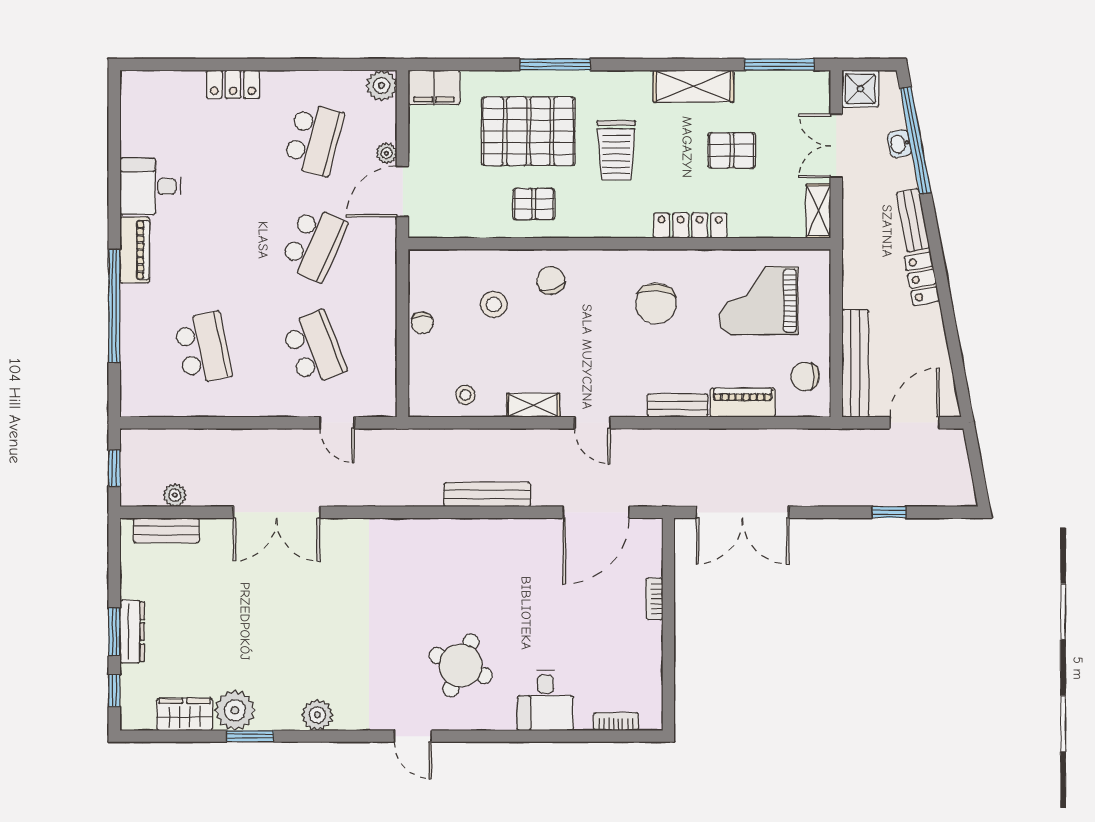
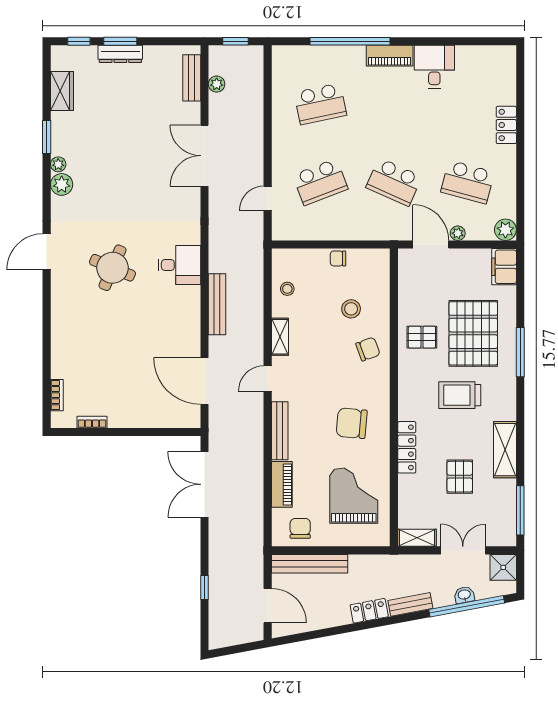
pallet: (534, 204) -> (422, 337), turned 90
bench: (678, 406) -> (280, 431), width x1.36
bookcase: (654, 599) -> (92, 422), moved
round table: (461, 666) -> (112, 268), moved
desk: (545, 700) -> (179, 265), moved, turned 180
plant: (235, 710) -> (58, 164), moved, width x0.53, depth x0.53
door: (413, 736) -> (47, 252), width x1.38

